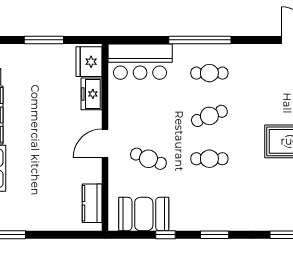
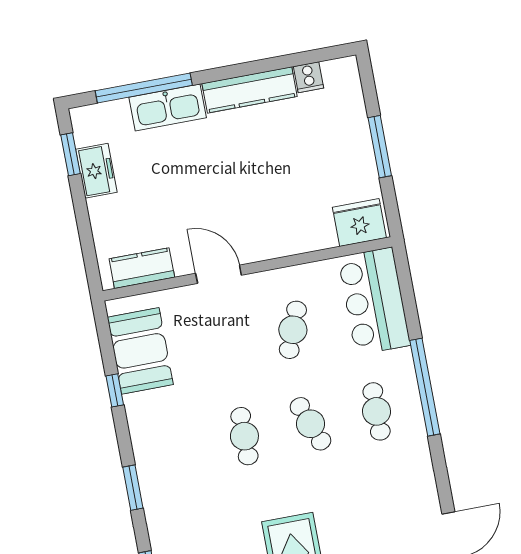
freezer: (91, 94) -> (96, 171), moved, turned 90
door: (105, 143) -> (219, 274), moved
cafe table: (148, 159) -> (293, 330), moved
window: (215, 235) -> (133, 488), moved

